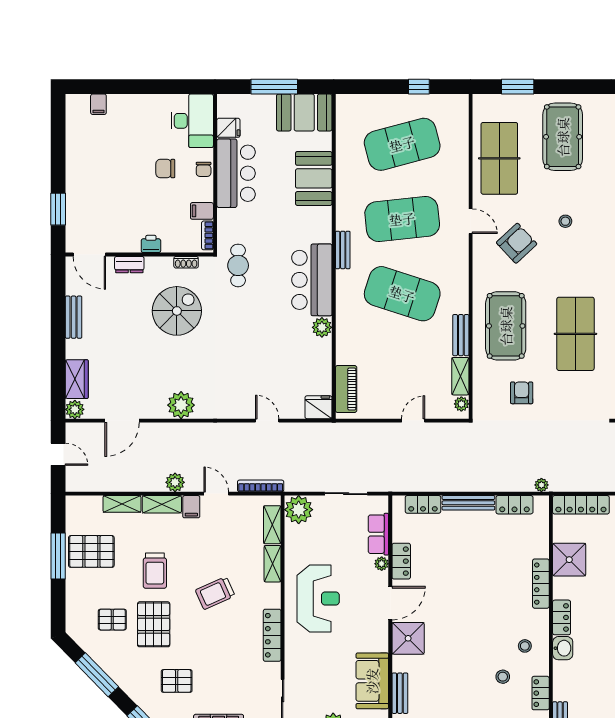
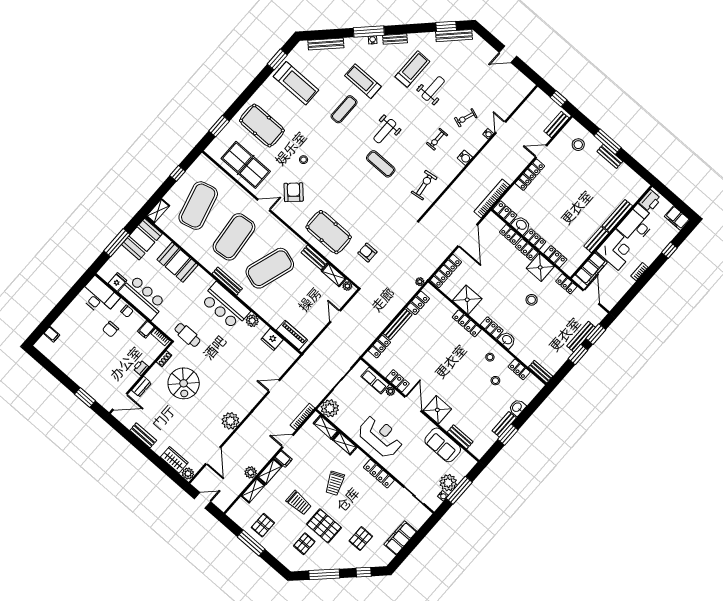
shelving: (354, 102) -> (158, 211), added
bench: (343, 250) -> (227, 281), width x1.36
spiral stairs: (177, 311) -> (184, 383), turned 180
table tennis table: (575, 334) -> (362, 202), removed
fridge: (318, 407) -> (272, 339), moved, turned -90
plant: (175, 482) -> (251, 472), moved
pallet: (91, 551) -> (263, 525), width x0.67, depth x0.71

